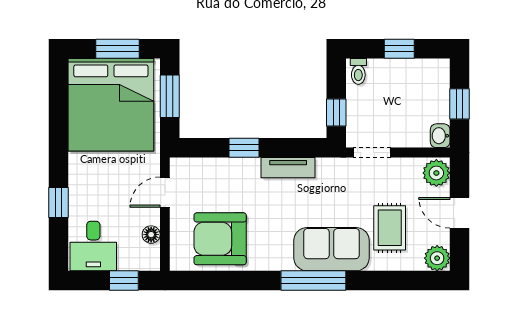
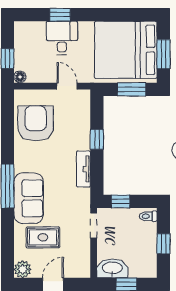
washbasin: (440, 136) -> (112, 268), width x1.91, depth x1.45
plant: (436, 173) -> (80, 269), removed
floor lamp: (151, 235) -> (20, 77), moved
desk: (93, 246) -> (62, 38), moved, turned 90

